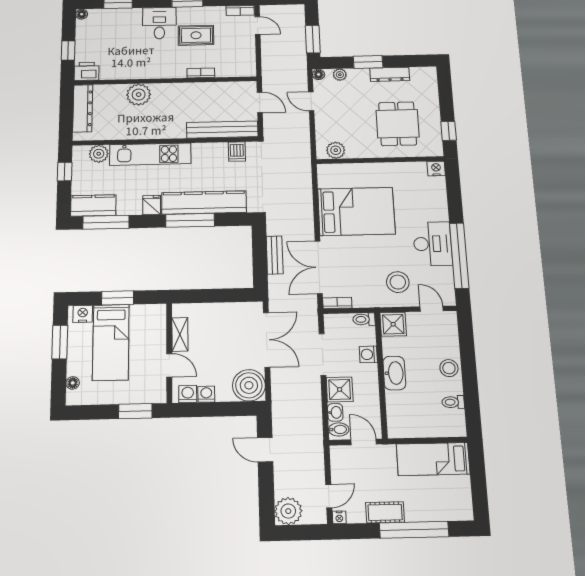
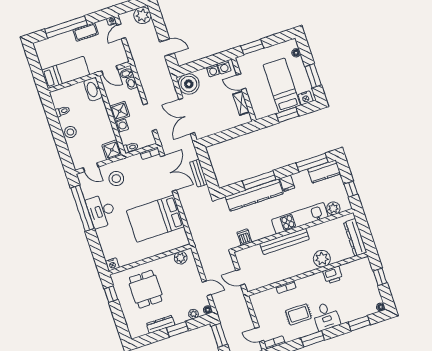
printer: (87, 71) -> (333, 275), moved
bench: (222, 130) -> (285, 241), moved
washbasin: (394, 373) -> (93, 89), moved
shower: (340, 389) -> (120, 111), moved

